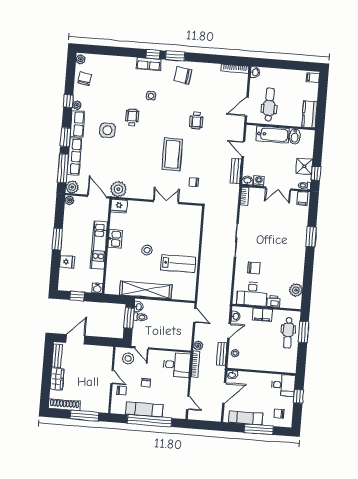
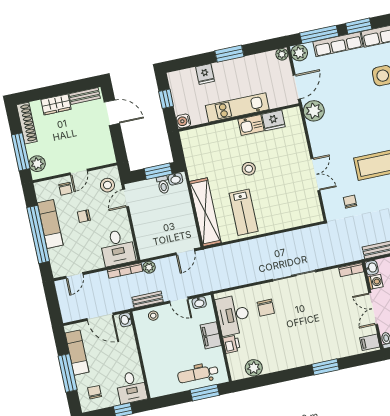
fridge: (119, 206) -> (273, 120), moved, turned -90
shelving: (146, 290) -> (205, 212), moved
plant: (97, 406) -> (37, 164), added

